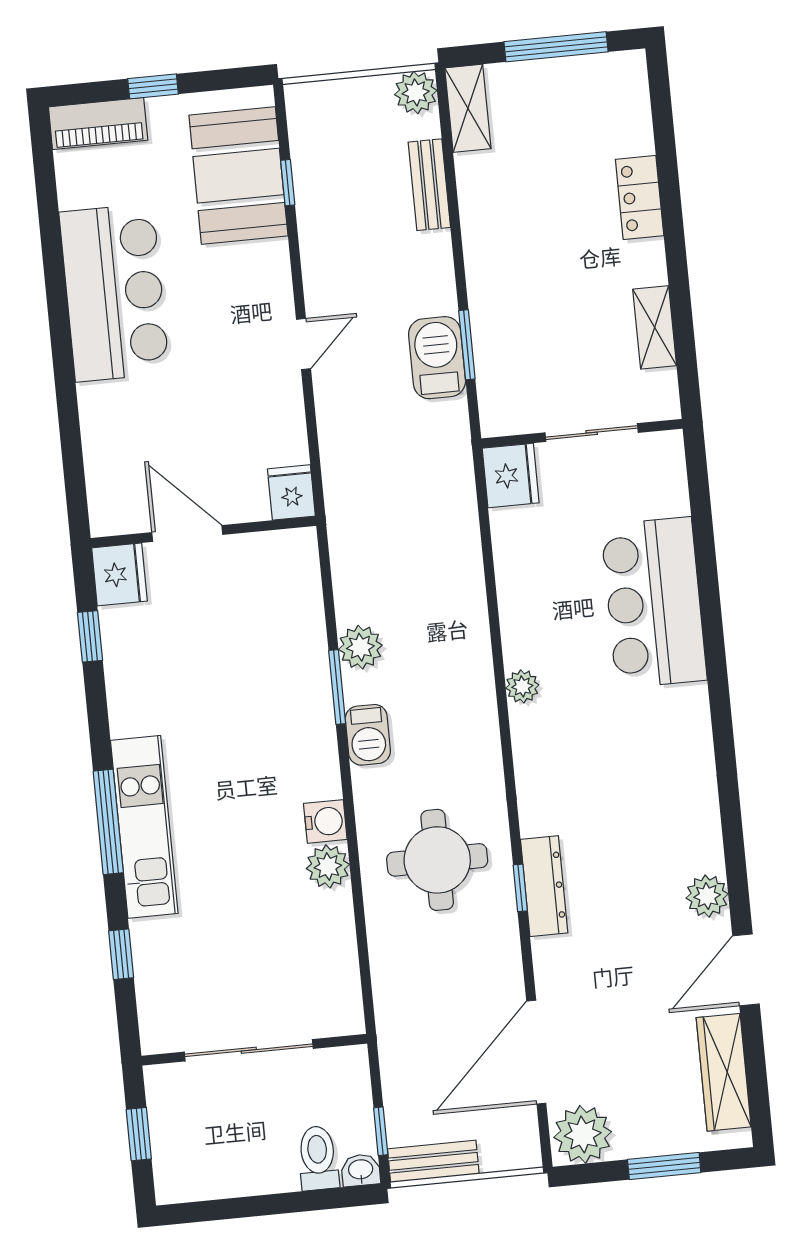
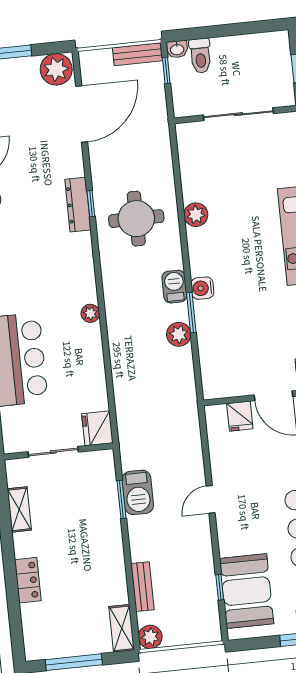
fridge: (291, 492) -> (240, 416), moved
water cooler: (325, 821) -> (202, 288), moved

